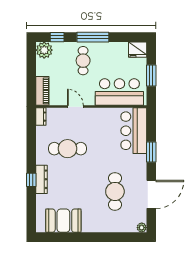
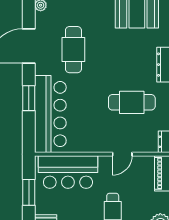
door: (75, 107) -> (122, 154), hinge flipped
bar counter: (134, 131) -> (50, 114), width x1.36

